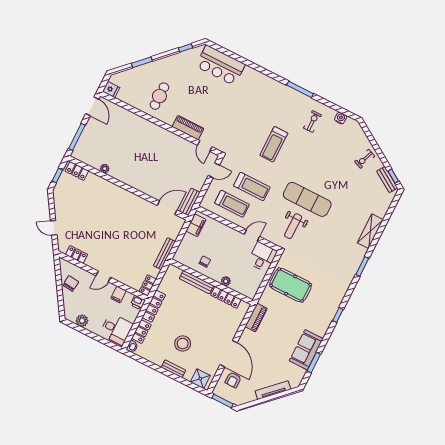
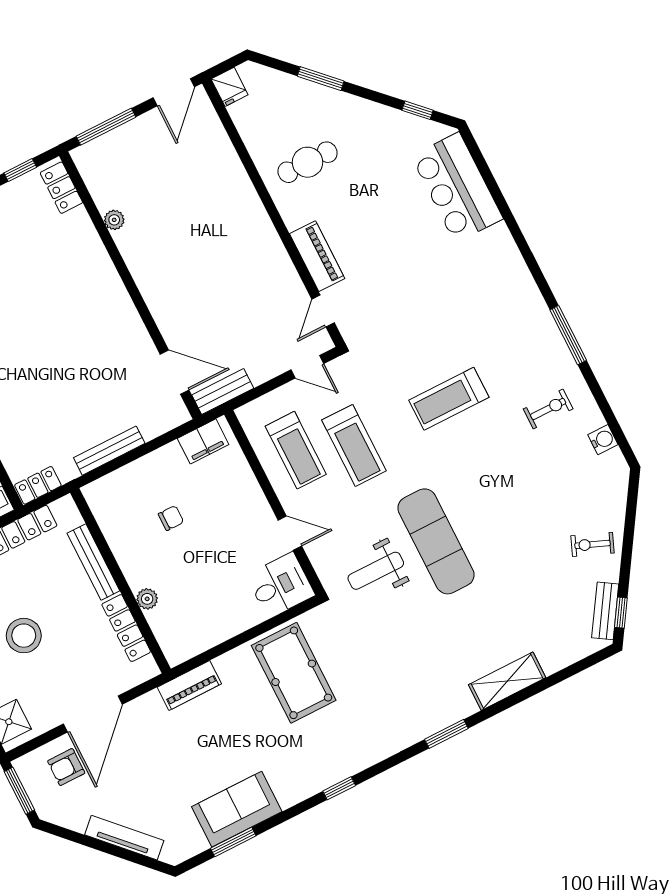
plant: (226, 281) -> (147, 599), moved
bench: (196, 282) -> (93, 562), moved
wall: (211, 282) -> (120, 581), moved
locker: (226, 297) -> (126, 628), moved

